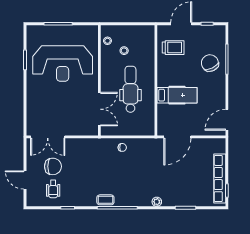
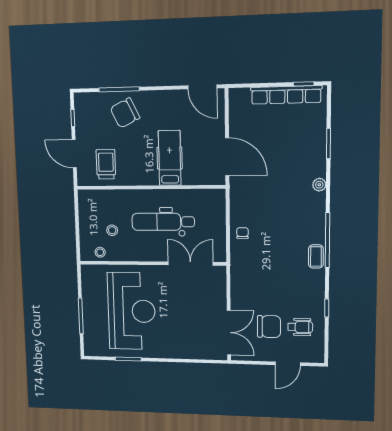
chair: (53, 166) -> (269, 327), turned 90

